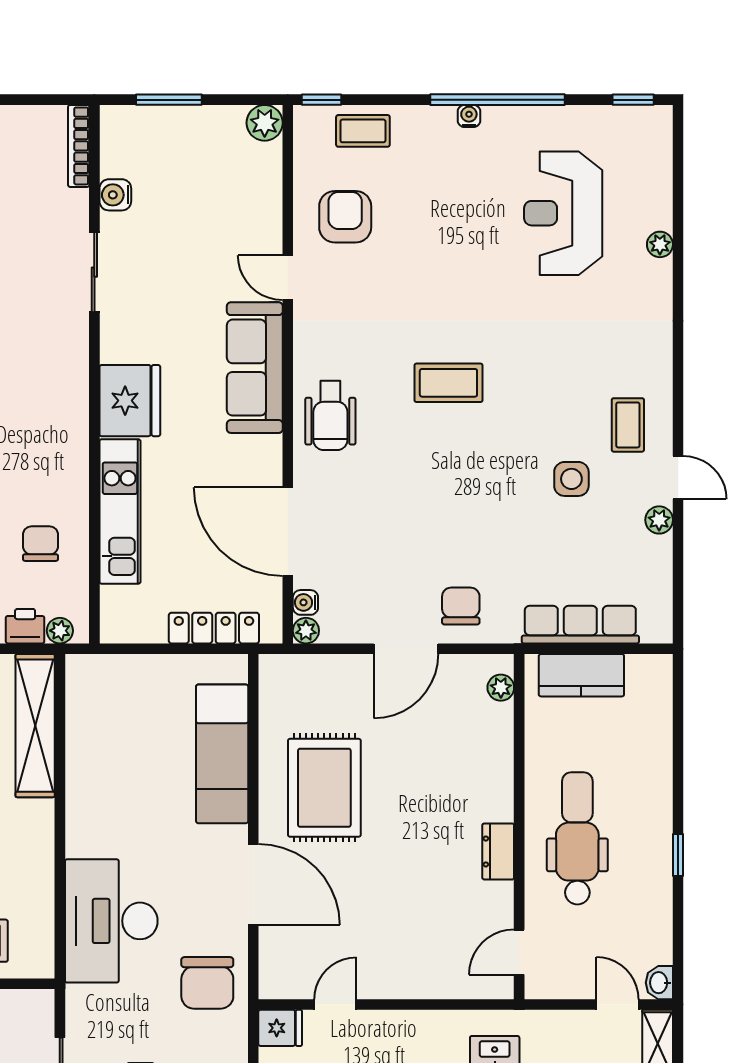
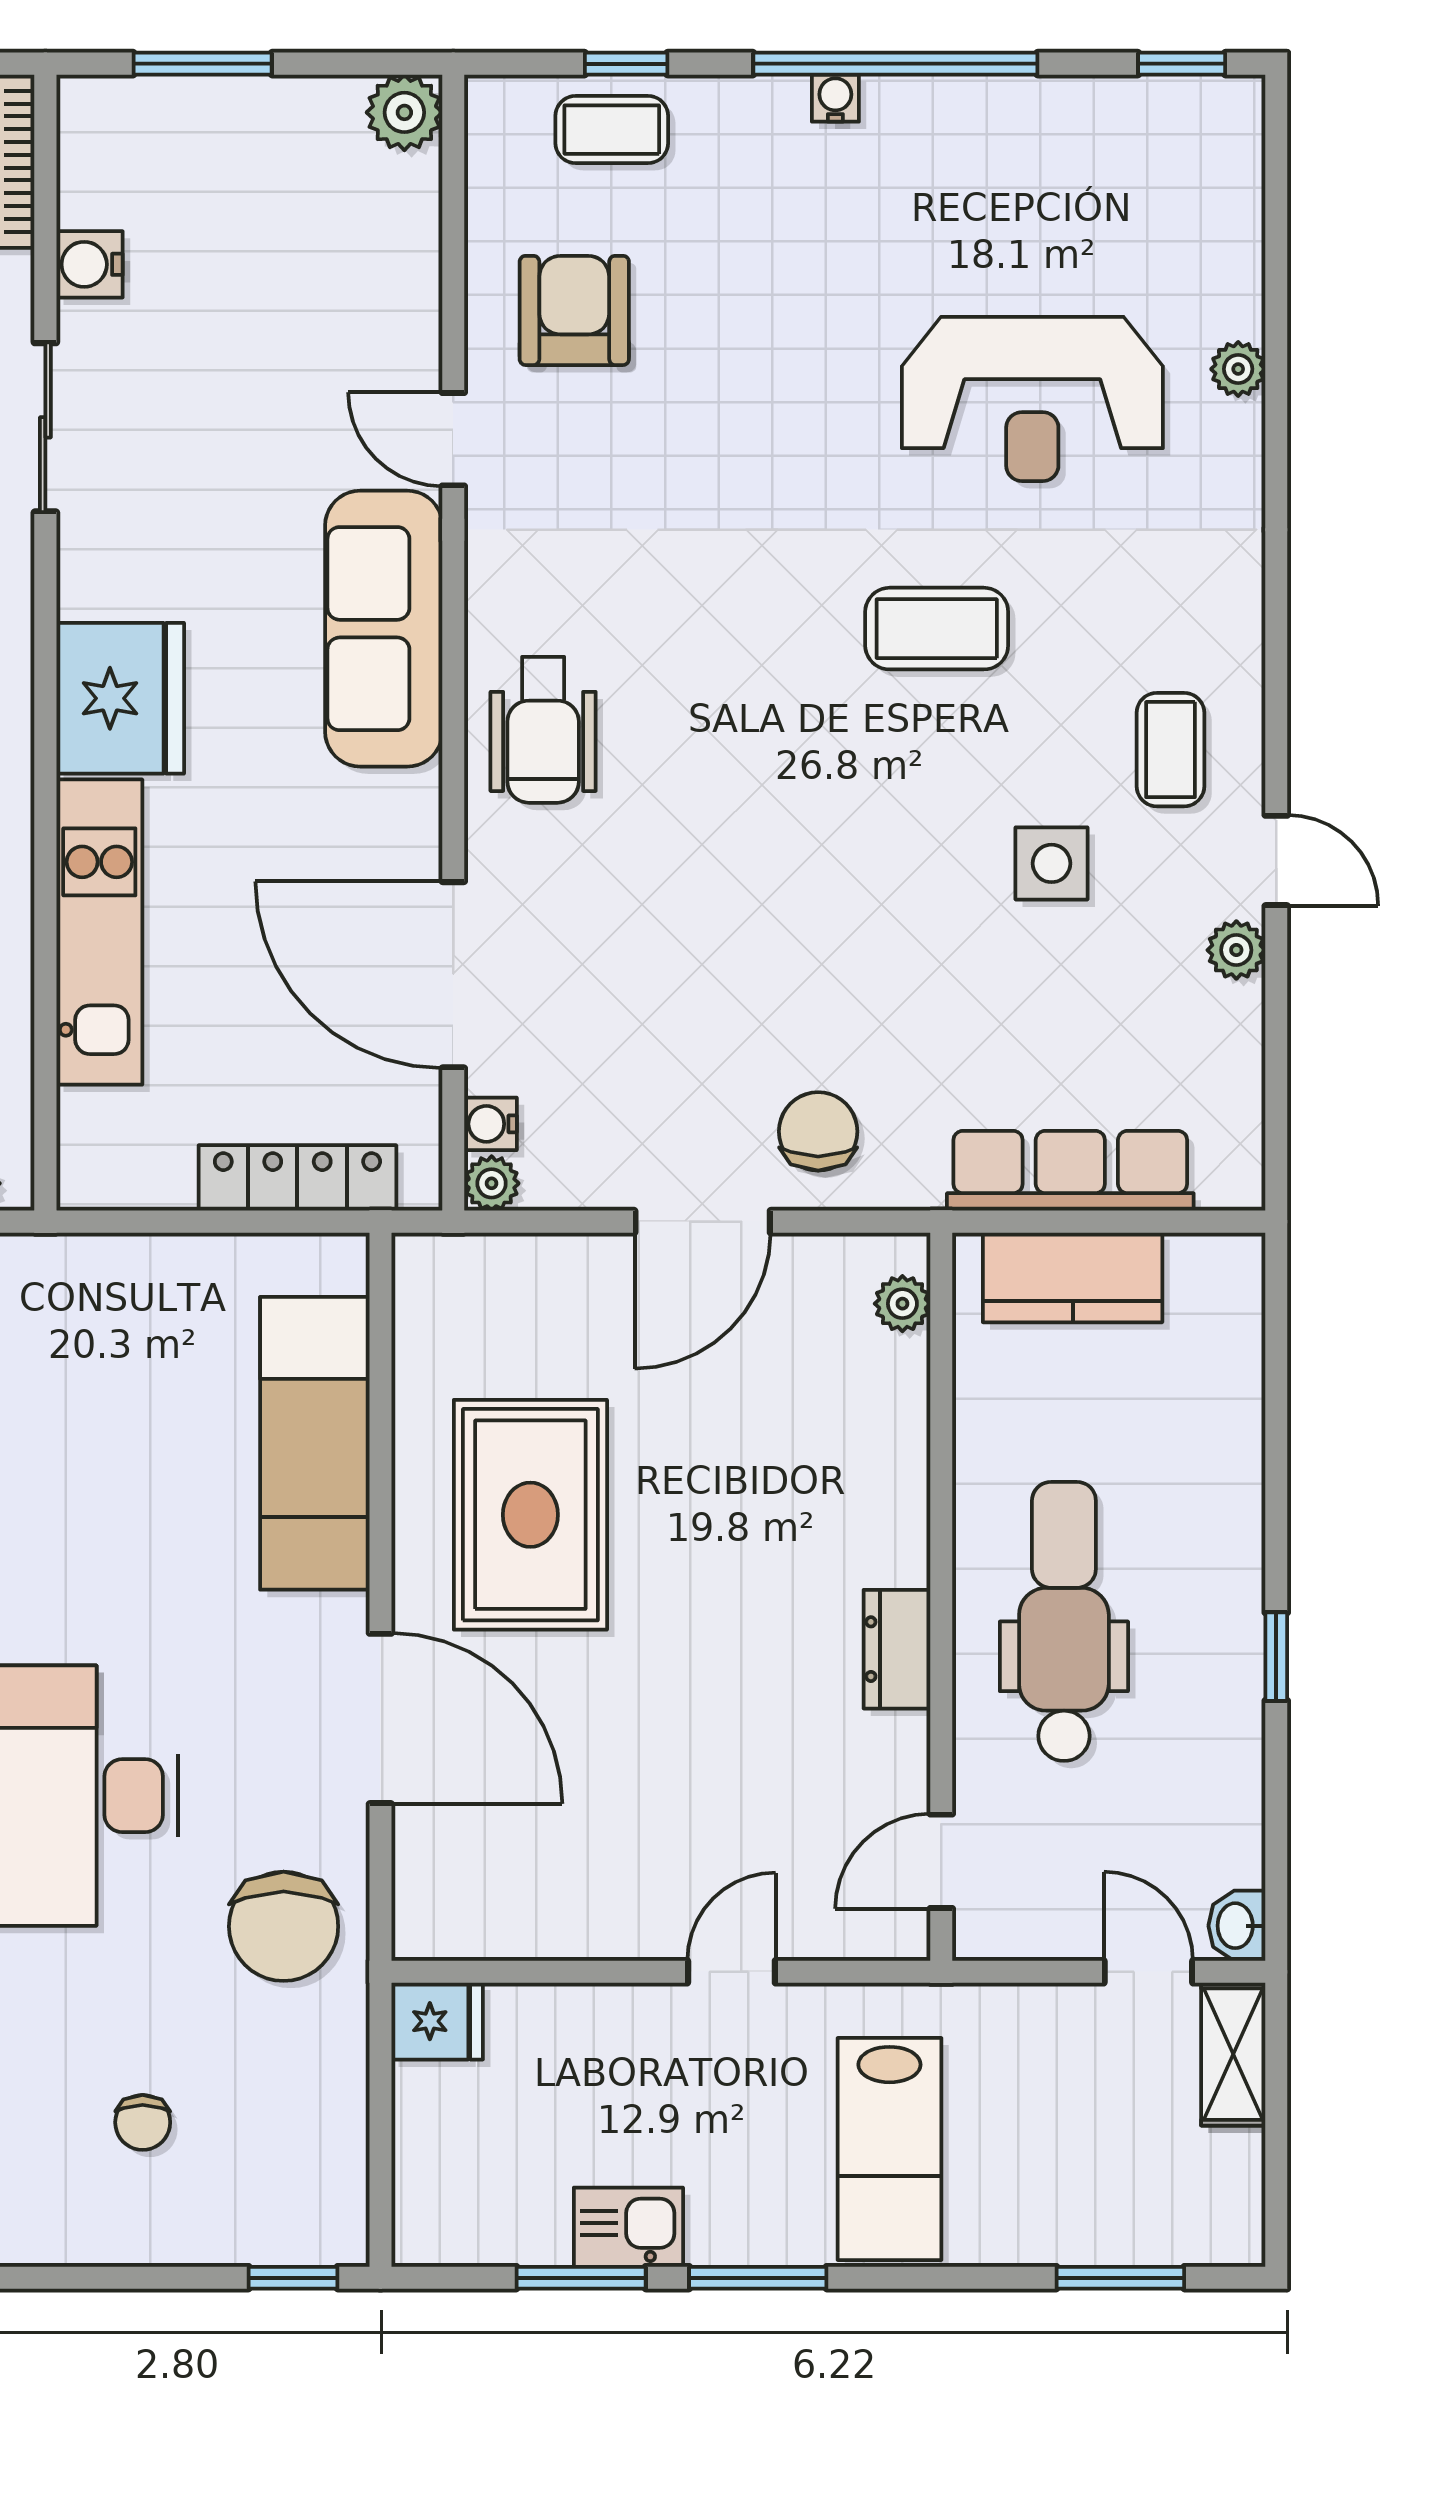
window: (321, 100) -> (626, 64), moved
reception desk: (563, 213) -> (1032, 399), moved, turned -90
coffee table: (448, 383) -> (937, 629), moved
door: (335, 1004) -> (731, 1972), moved

